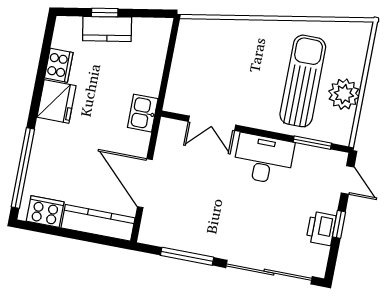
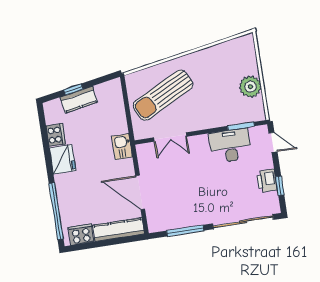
sun lounger: (303, 81) -> (163, 95), moved, turned -117
desk: (264, 159) -> (230, 146), moved
window: (339, 224) -> (280, 186), moved

